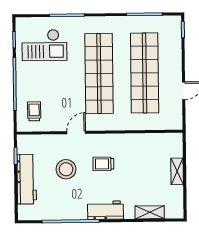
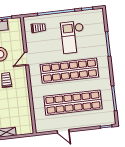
checkout: (44, 45) -> (73, 37), moved
door: (76, 132) -> (26, 59), swing flipped

